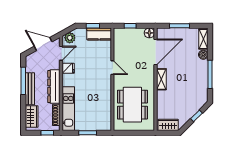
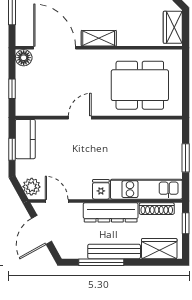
fridge: (68, 68) -> (101, 189), moved

